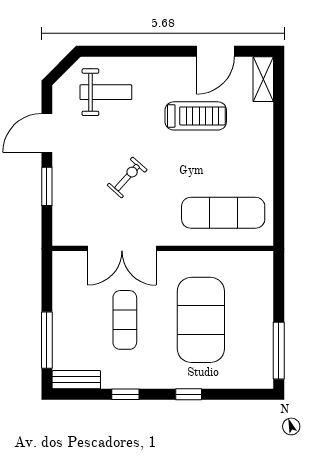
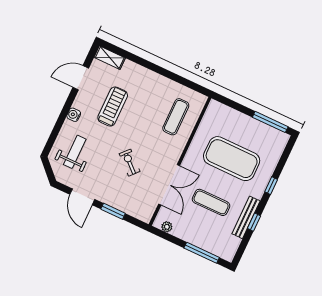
door: (215, 51) -> (81, 78), swing flipped
water cooler: (158, 66) -> (74, 115), added
exercise mat: (223, 213) -> (176, 117), width x0.73, depth x0.69
plant: (61, 273) -> (167, 227), added
bench: (76, 380) -> (246, 217), moved, width x1.36

